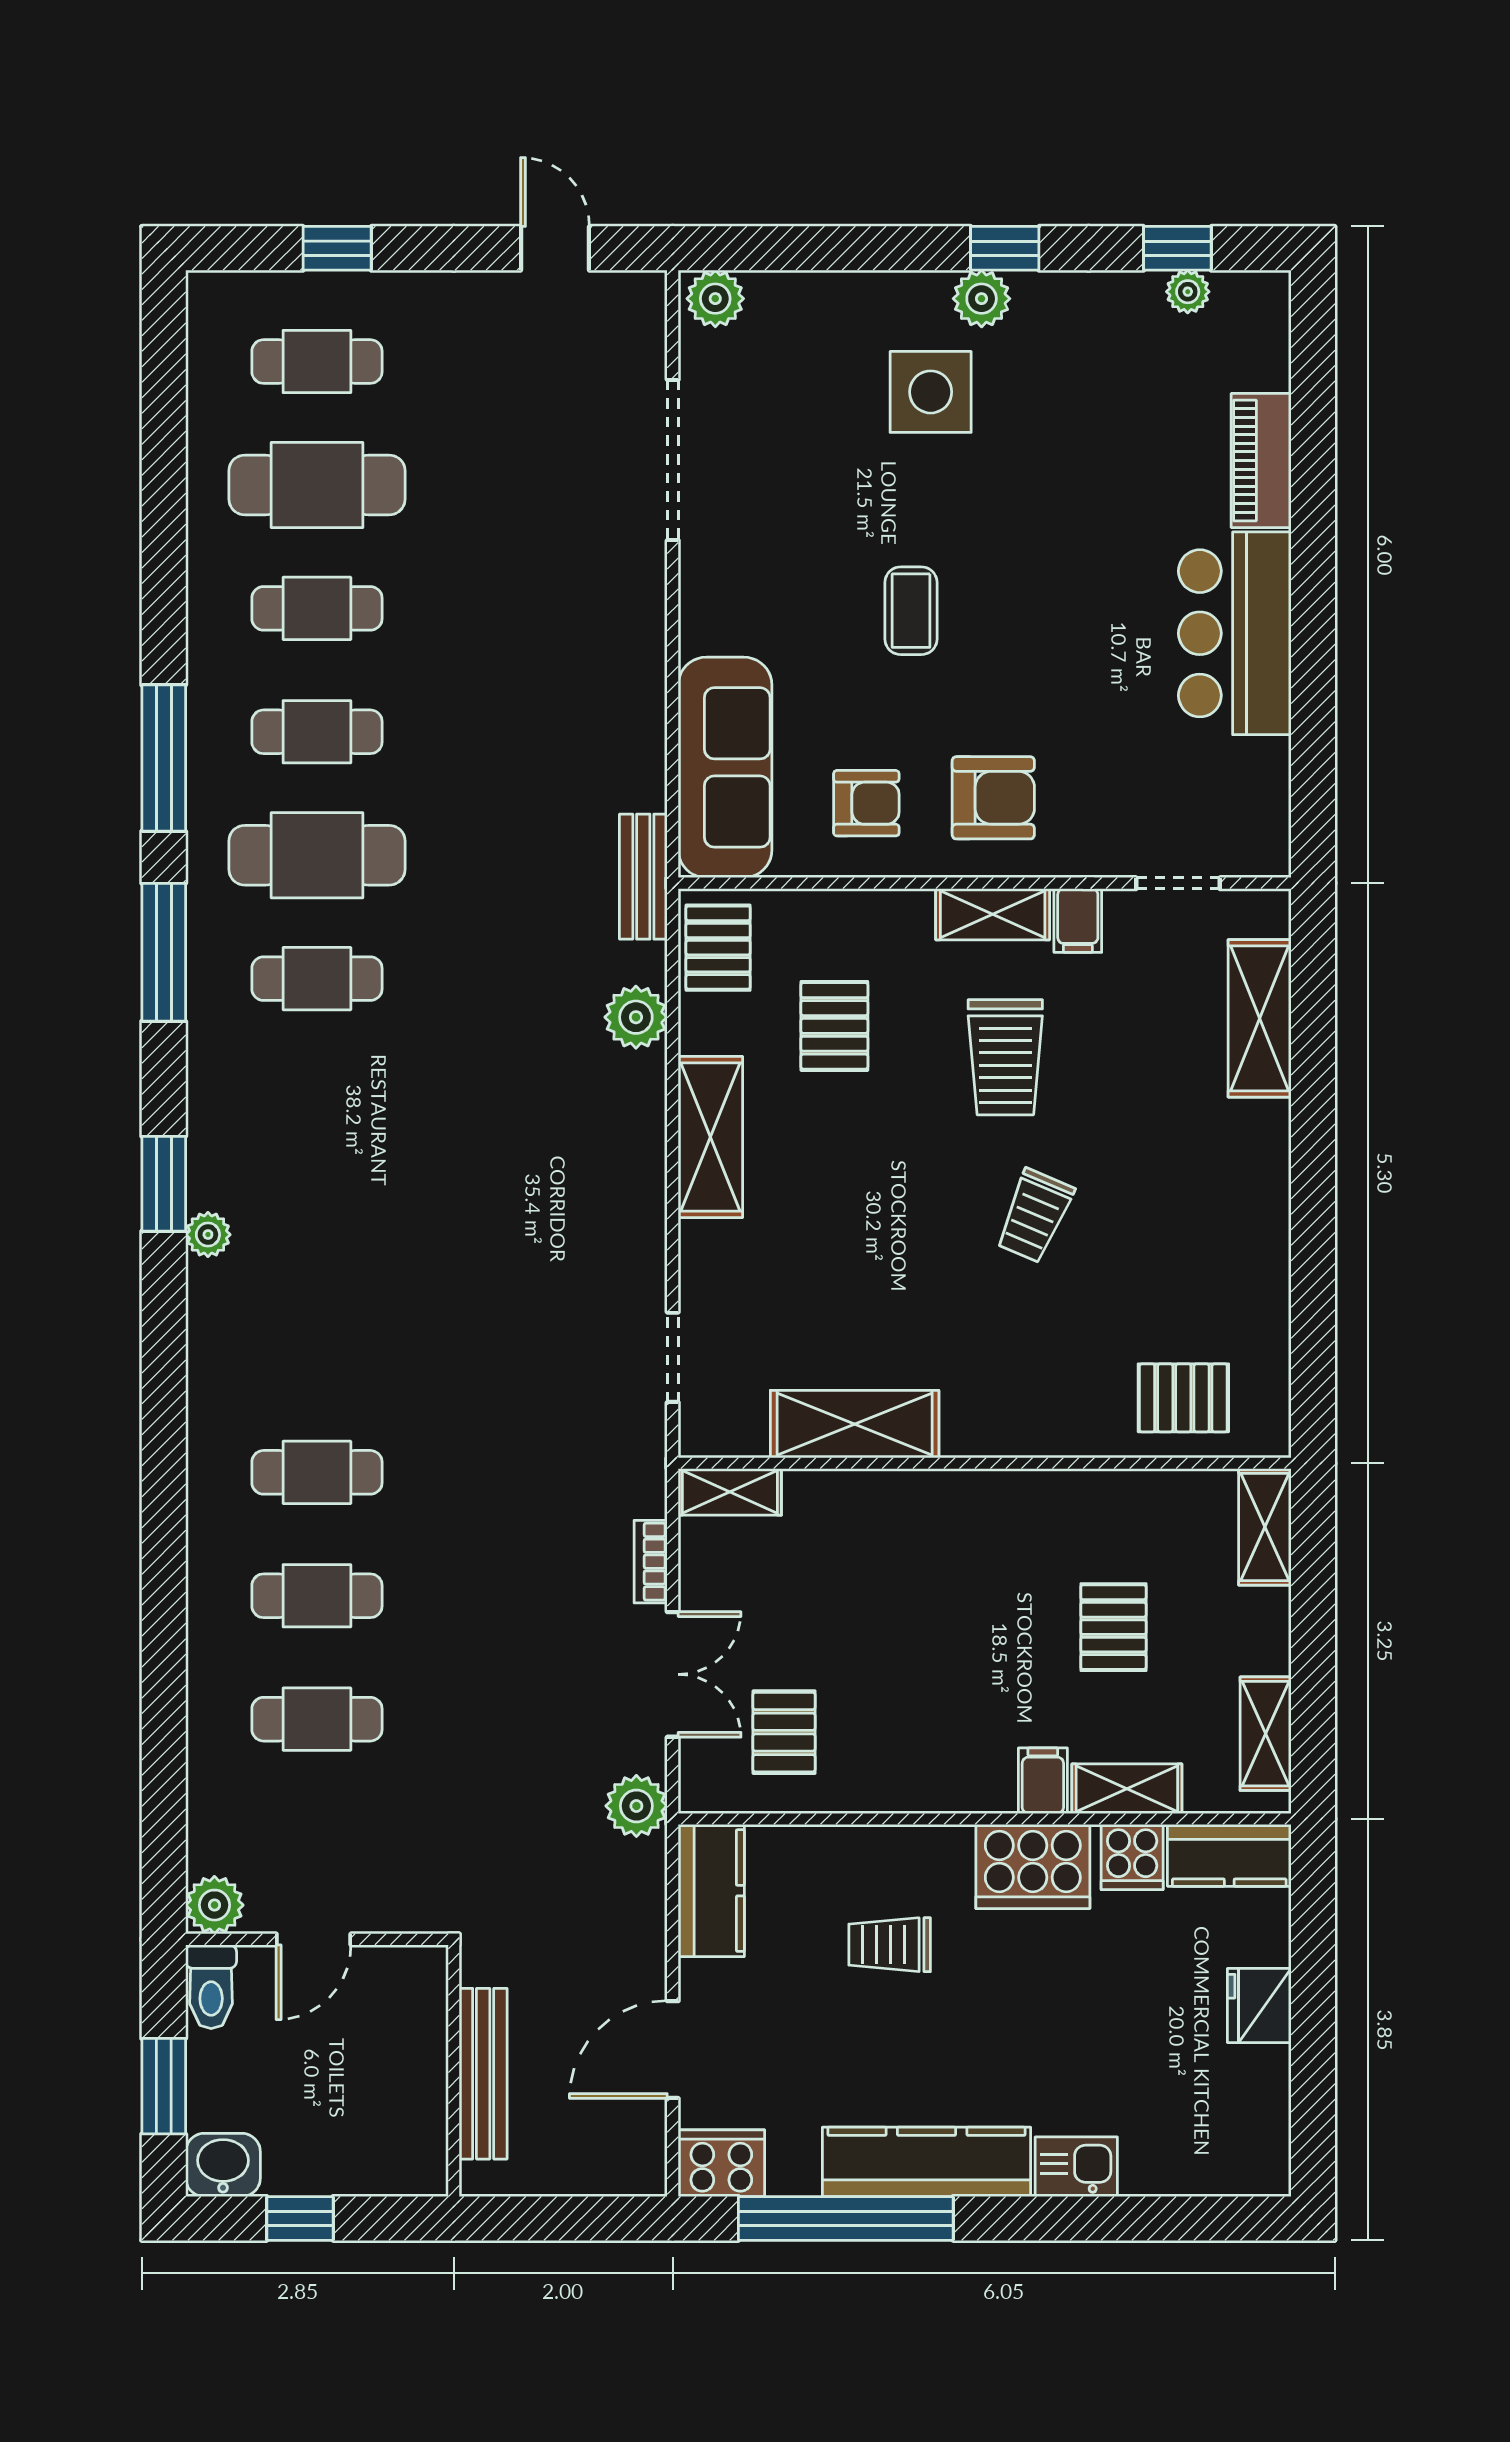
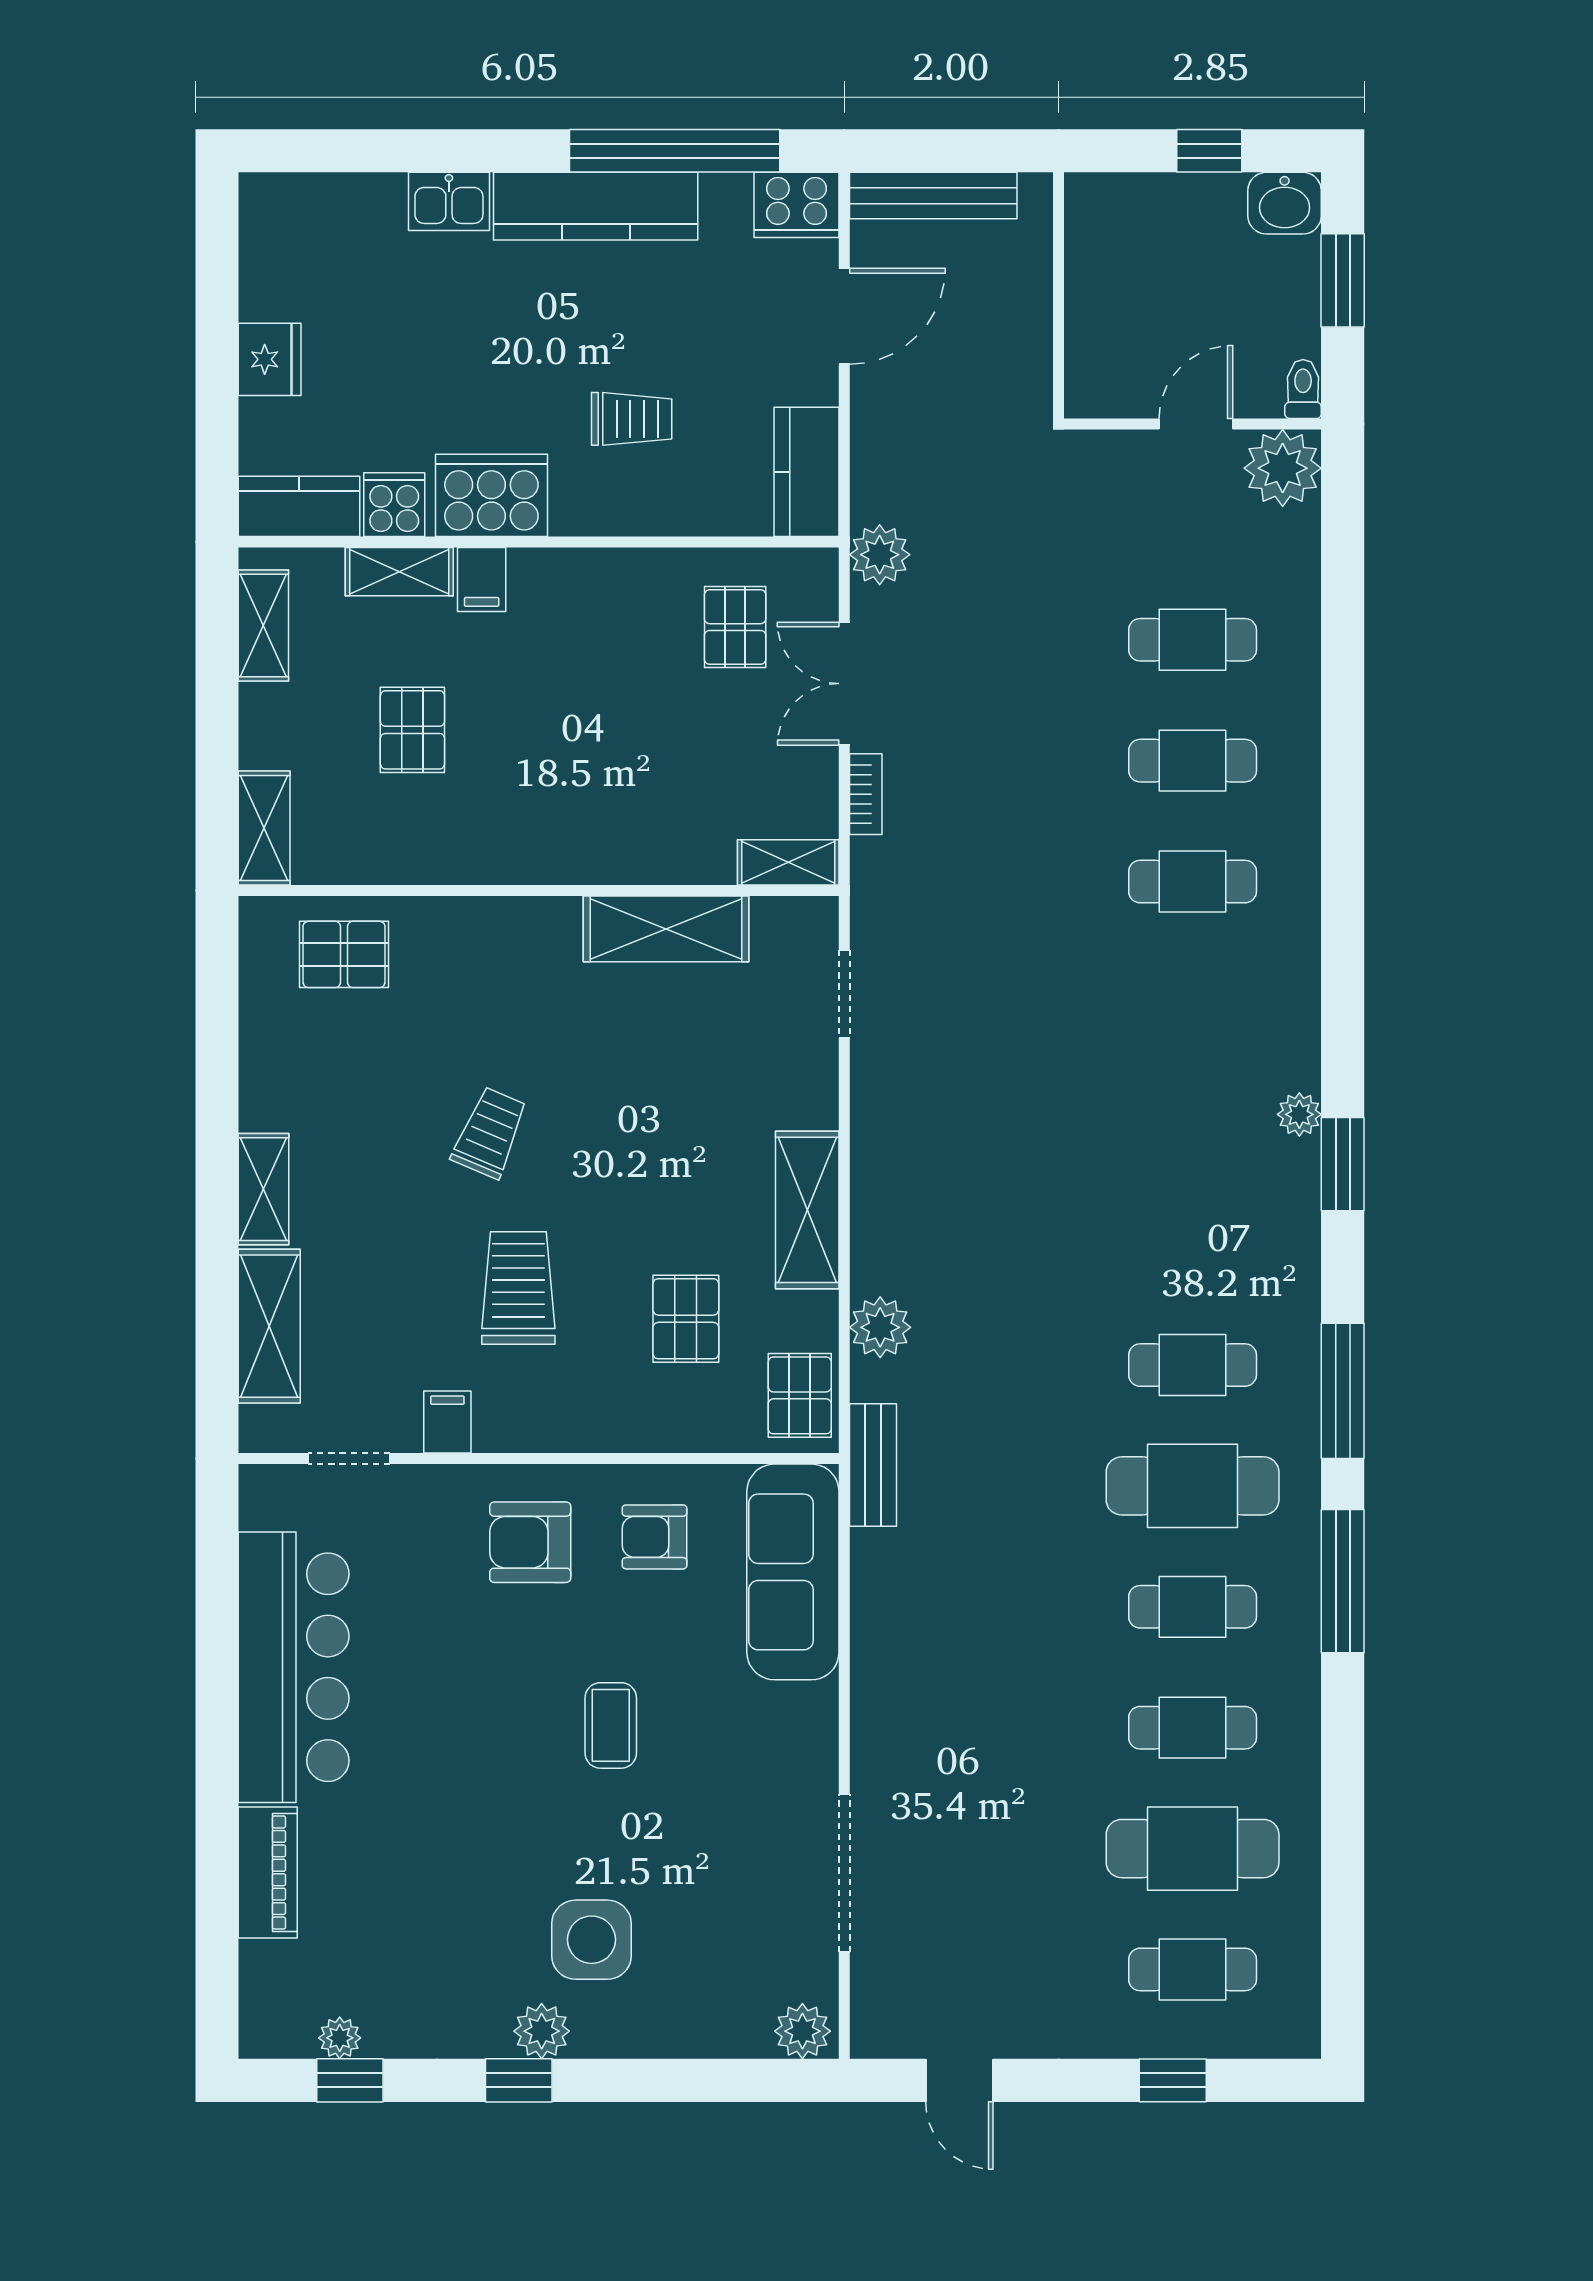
bar counter: (1235, 633) -> (294, 1667), width x1.36
shelving: (993, 914) -> (264, 1189), moved, turned 90
plant: (214, 1905) -> (1283, 468), width x1.36, depth x1.36
toilet: (211, 1987) -> (1303, 389), width x0.73, depth x0.72
bench: (483, 2074) -> (933, 196), moved, turned 90

